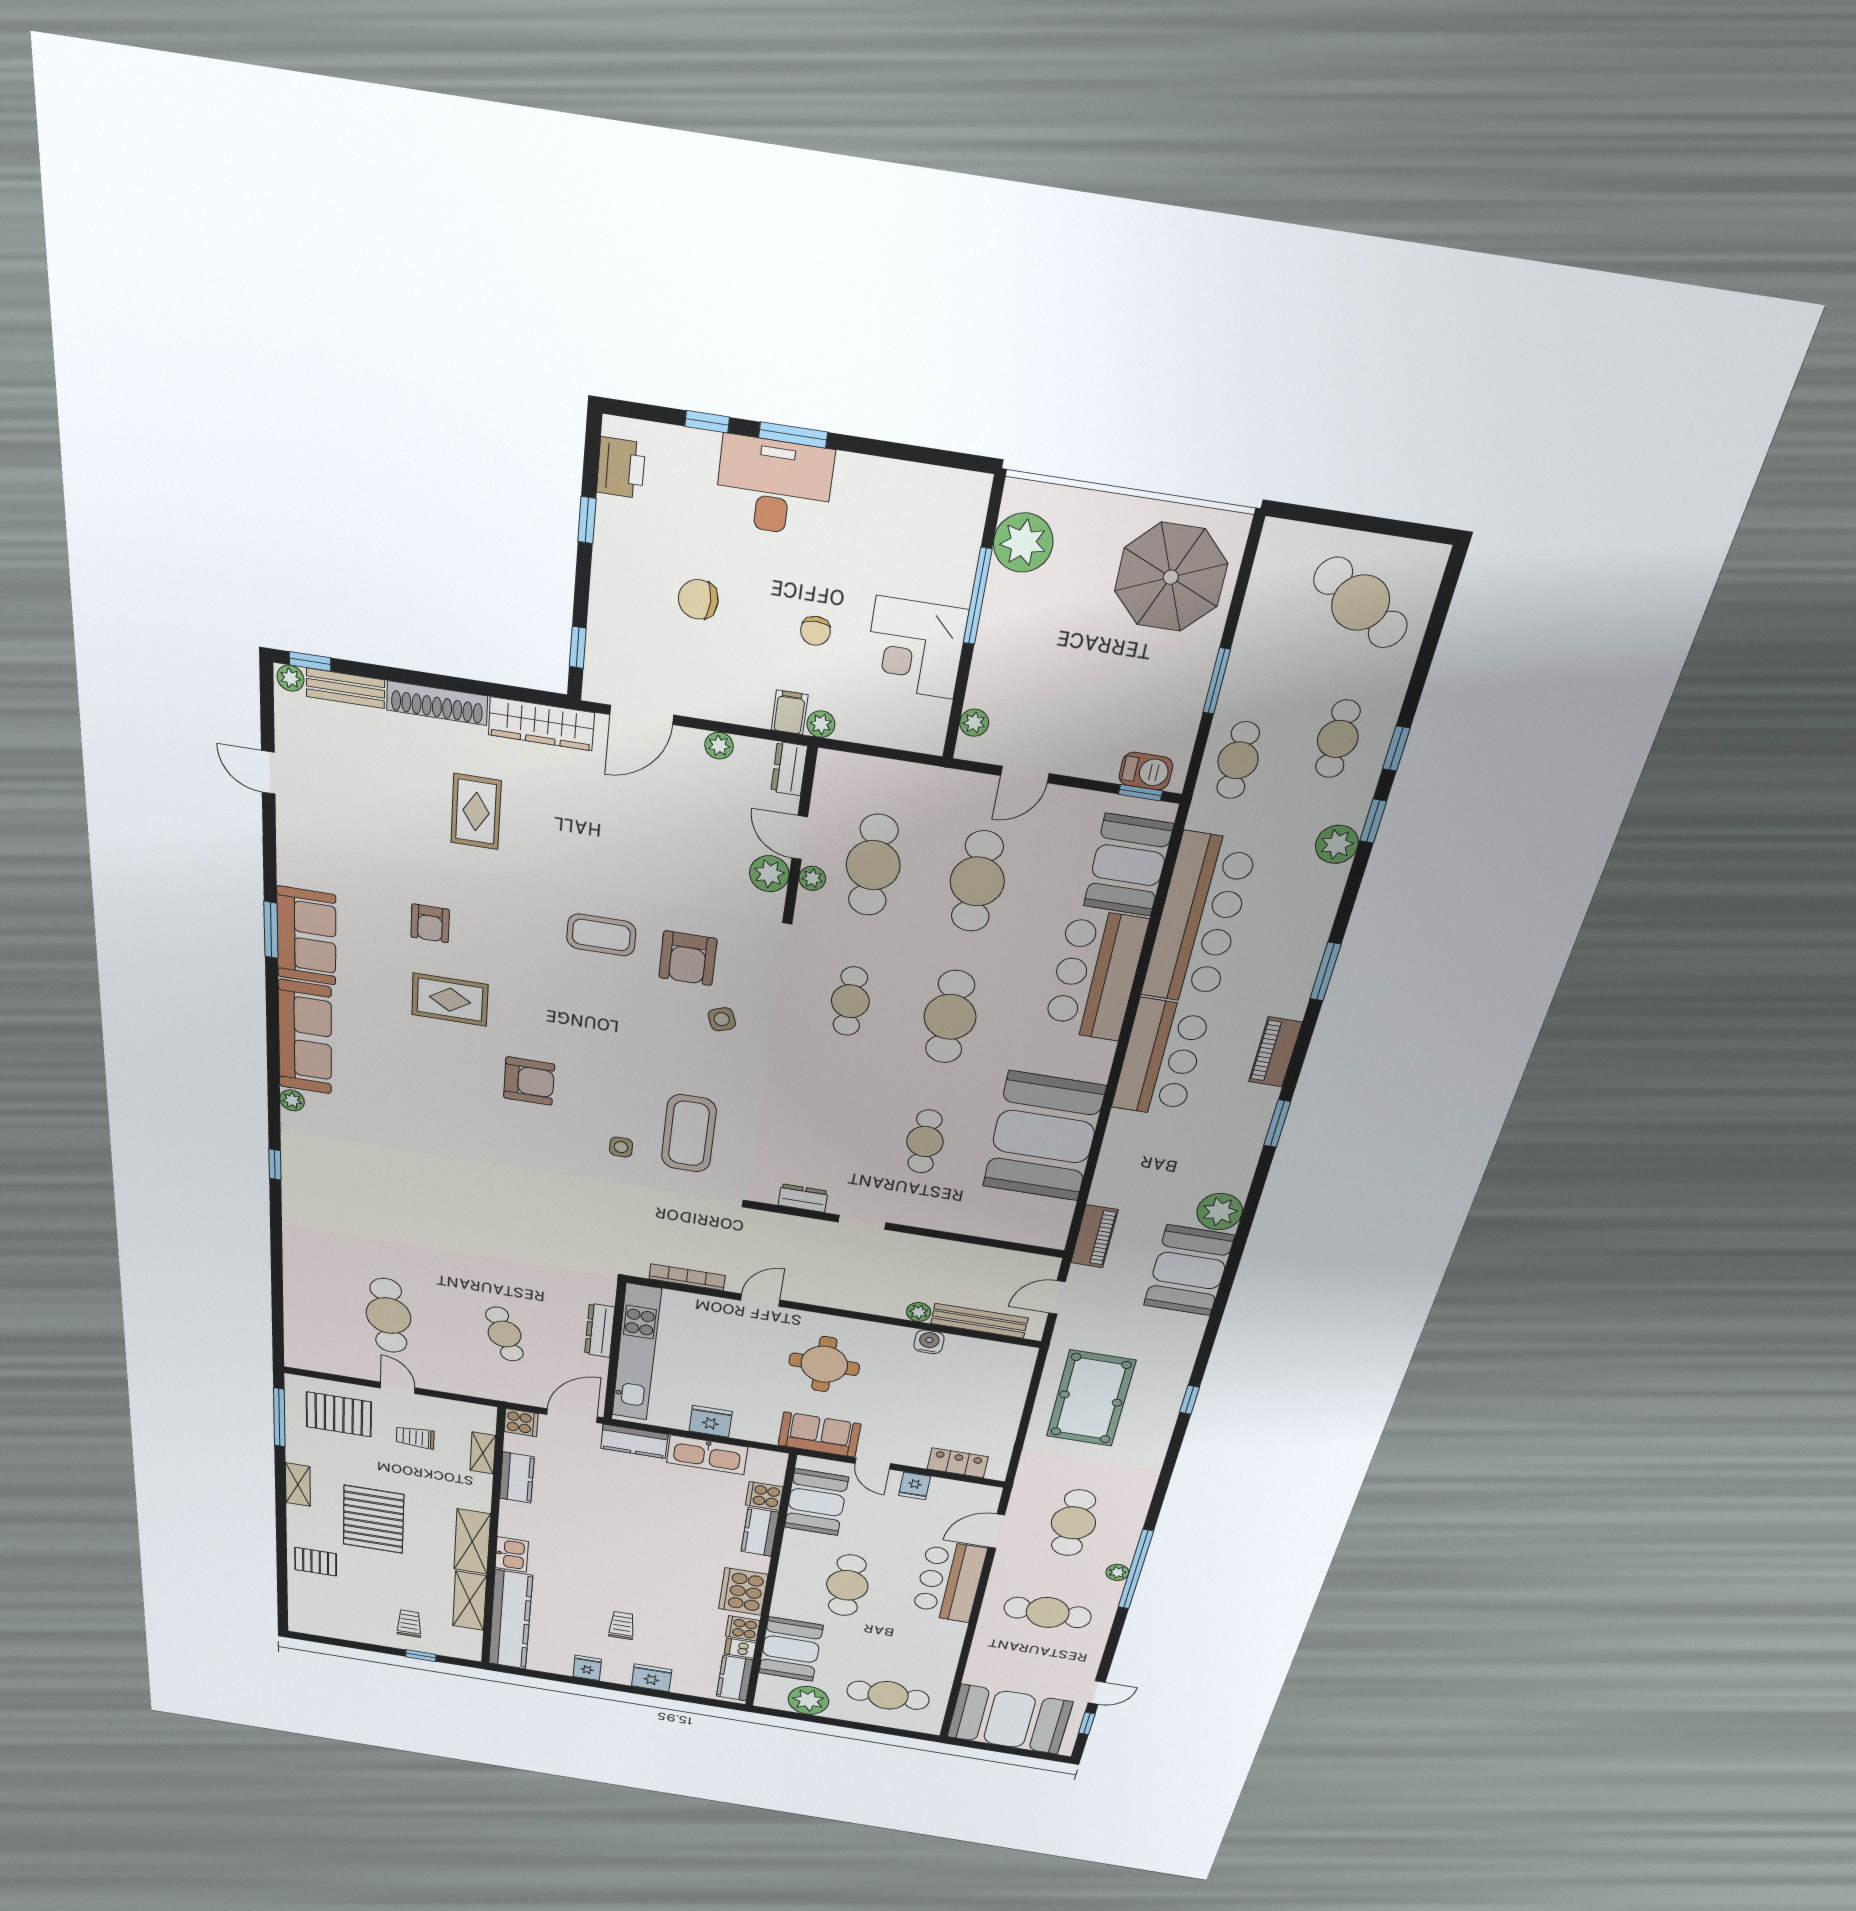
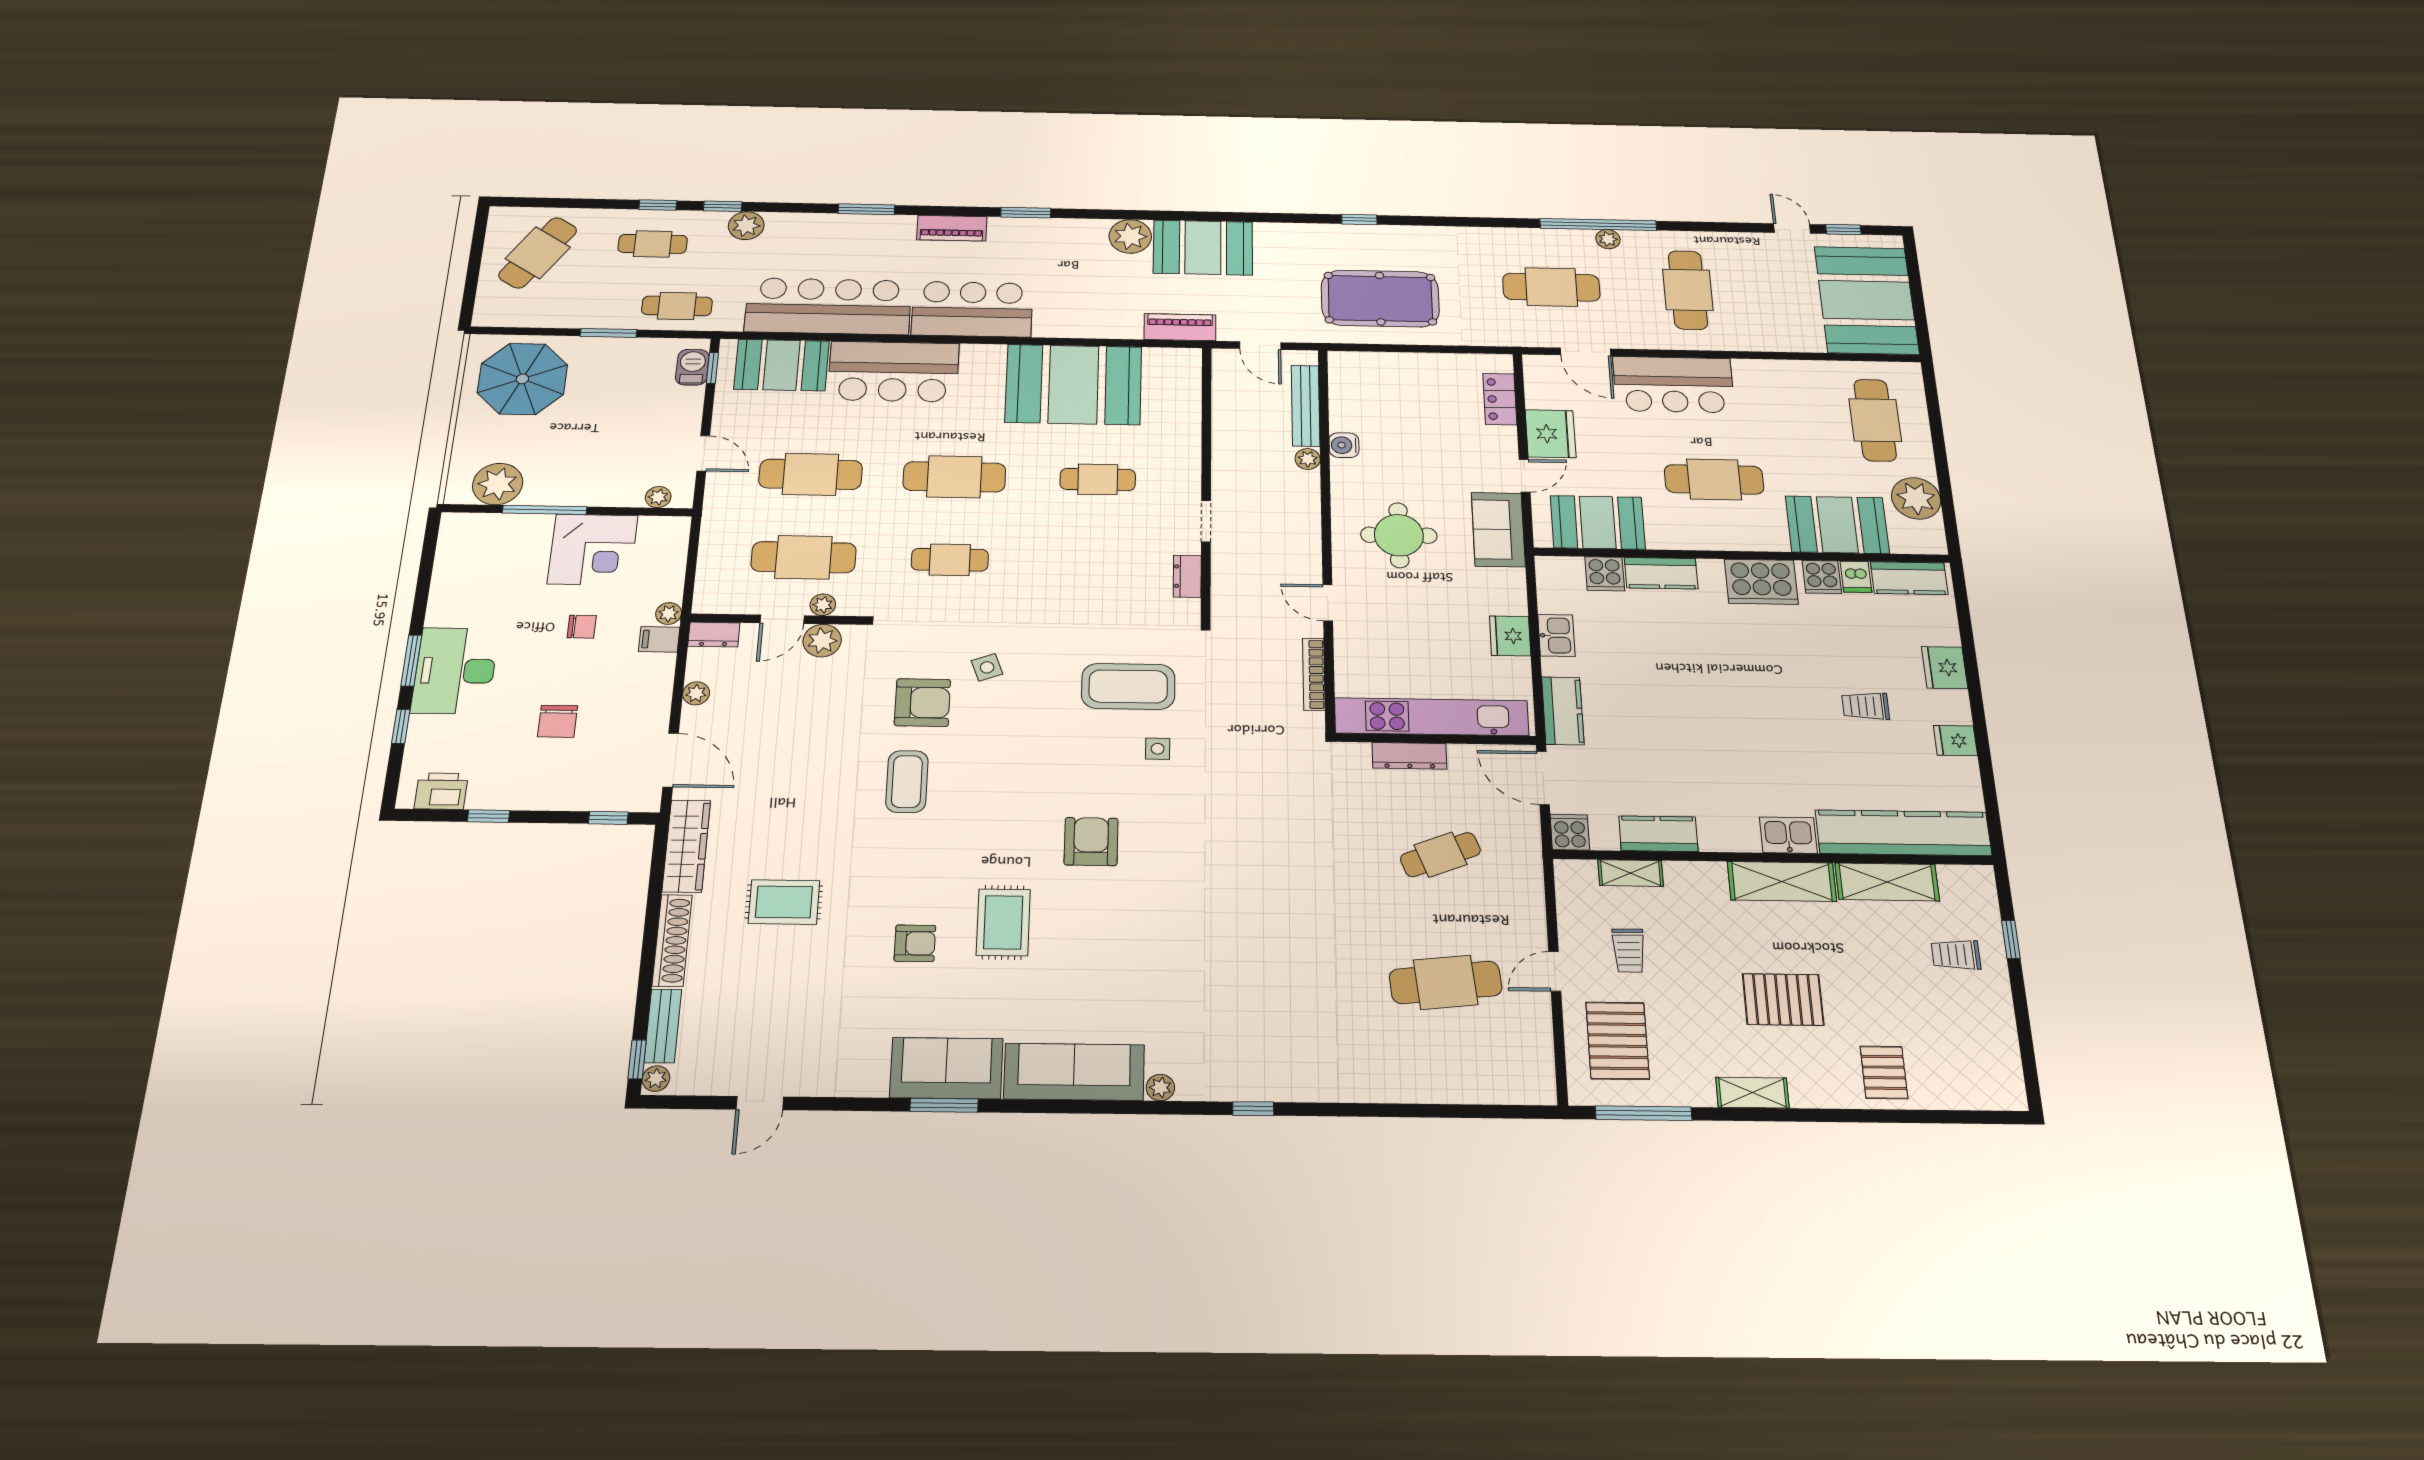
kitchen sink: (707, 1455) -> (1556, 635), width x0.53, depth x0.81
fridge: (915, 1486) -> (1551, 434), width x1.88, depth x1.34
pallet: (373, 1519) -> (1783, 999), width x0.73, depth x0.71

